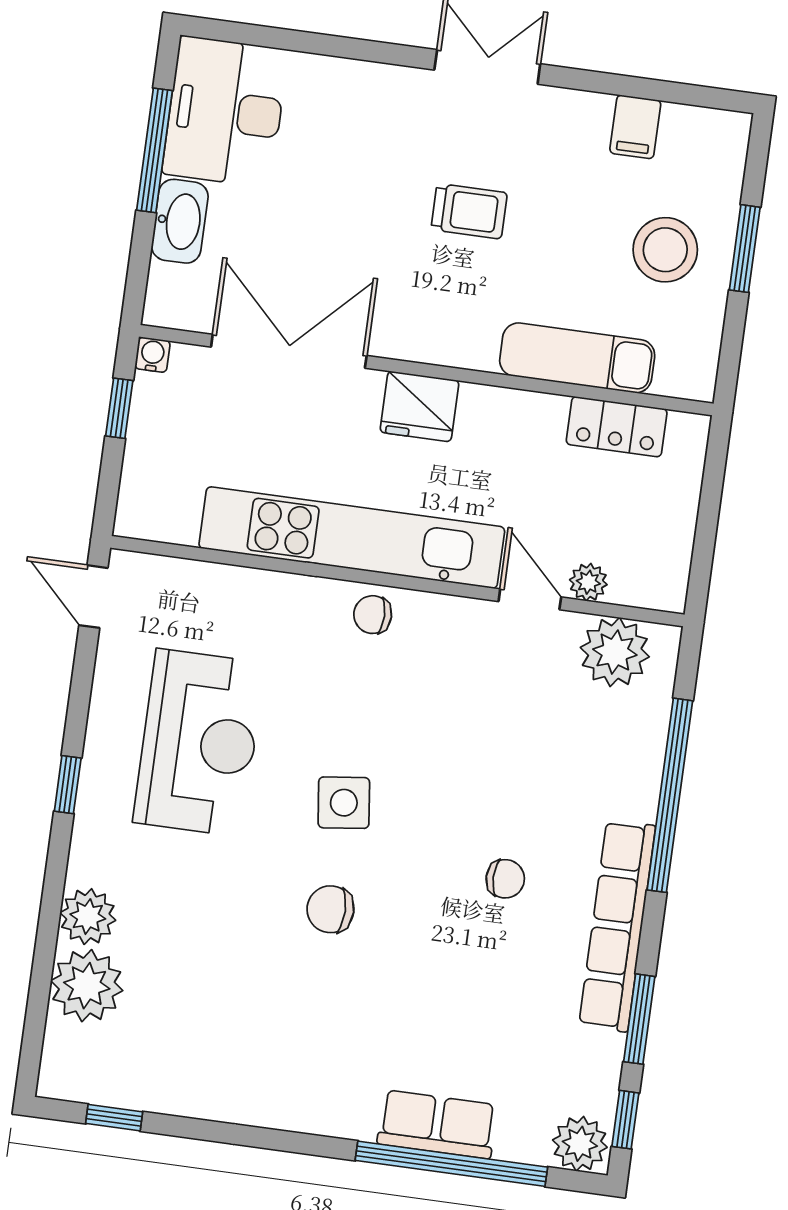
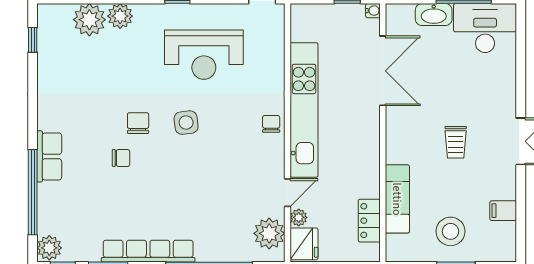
fridge: (419, 406) -> (304, 244), moved, turned 180
chair: (505, 879) -> (121, 158), moved, turned -90
row of seats: (437, 1124) -> (49, 156), moved

